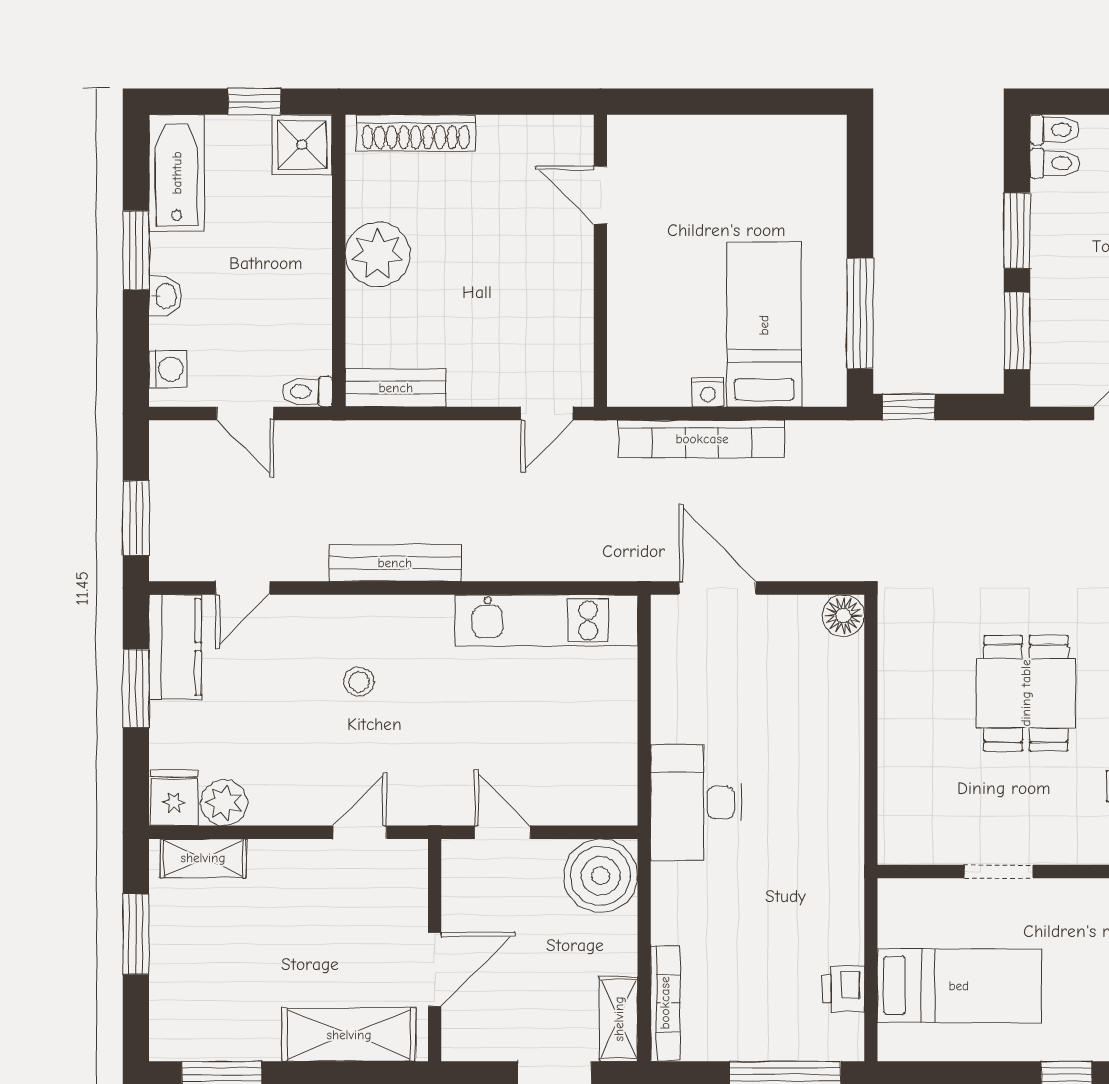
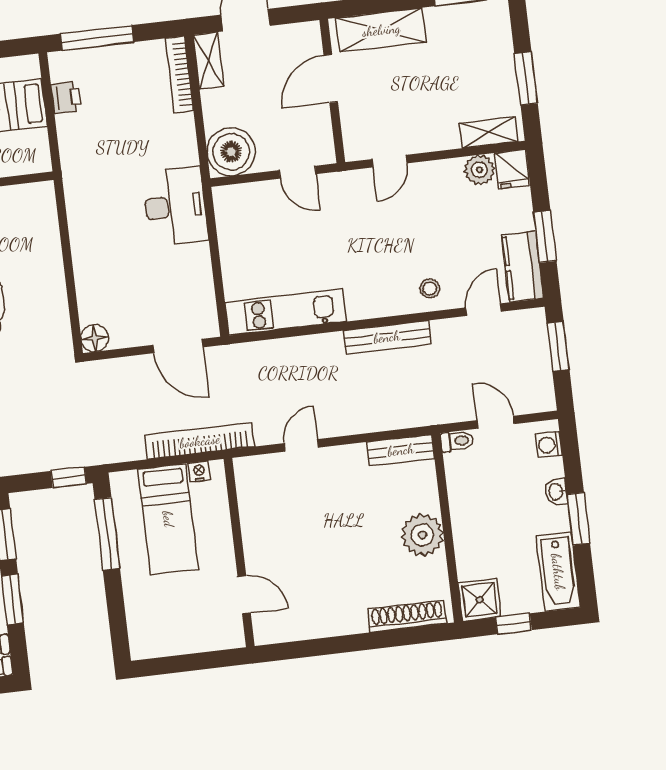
door: (600, 195) -> (244, 595), moved
wall: (600, 261) -> (239, 553), moved
stool: (359, 682) -> (430, 289), moved

